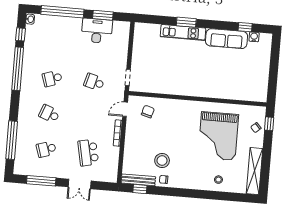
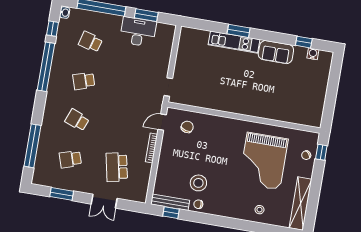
sofa: (227, 39) -> (276, 52), width x0.73
school desk: (94, 82) -> (90, 42), moved
window: (41, 181) -> (62, 194), width x0.69

